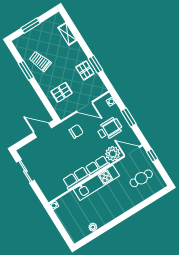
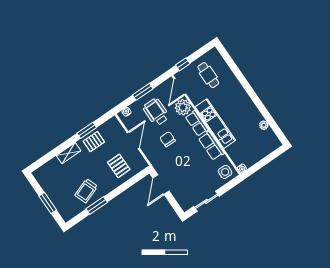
shelving: (67, 34) -> (69, 153), moved
chair: (76, 131) -> (168, 139), moved
side table: (52, 190) -> (225, 172), added

